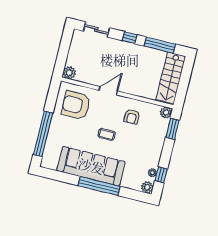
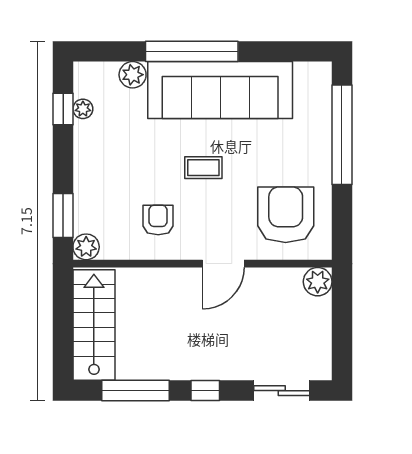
armchair: (76, 105) -> (286, 215), turned -90
plant: (147, 187) -> (133, 75), moved

